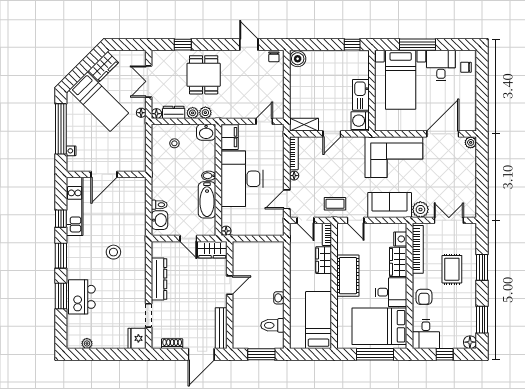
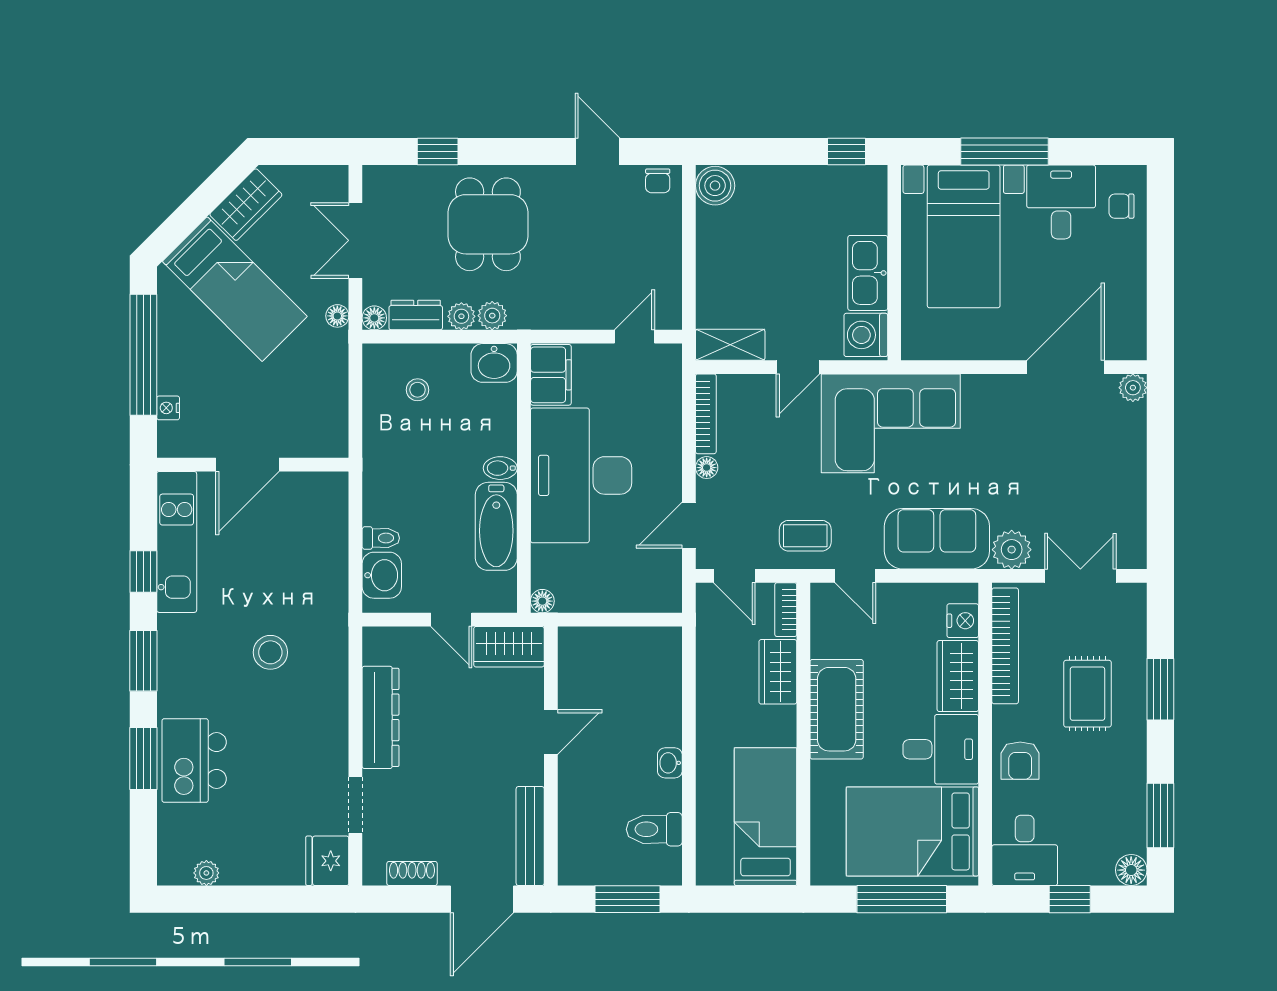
corner sofa: (394, 157) -> (891, 423), moved

